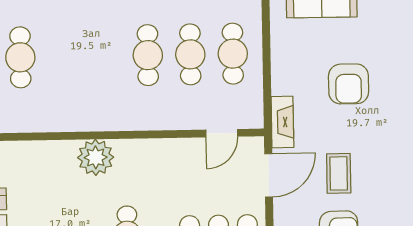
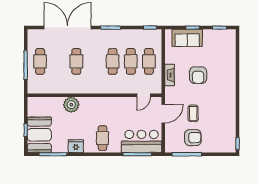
cafe table: (20, 57) -> (76, 61), moved
fireplace: (282, 122) -> (170, 75), moved
plant: (96, 157) -> (71, 105), moved

